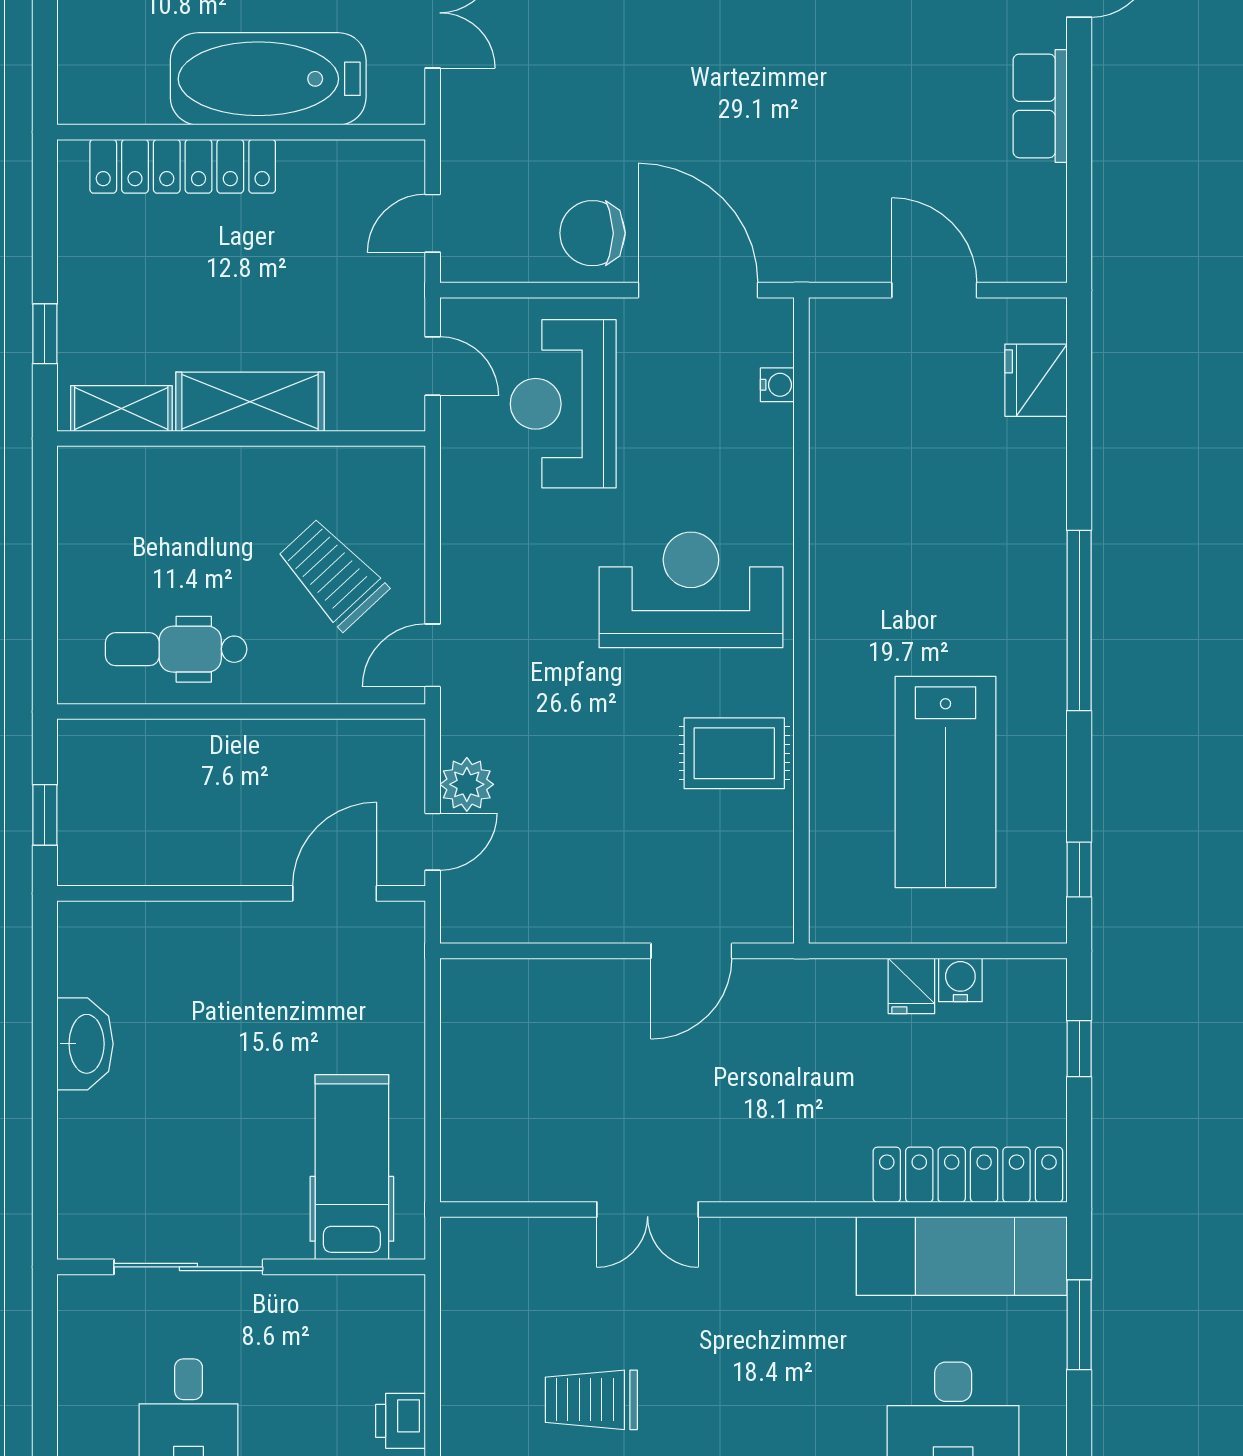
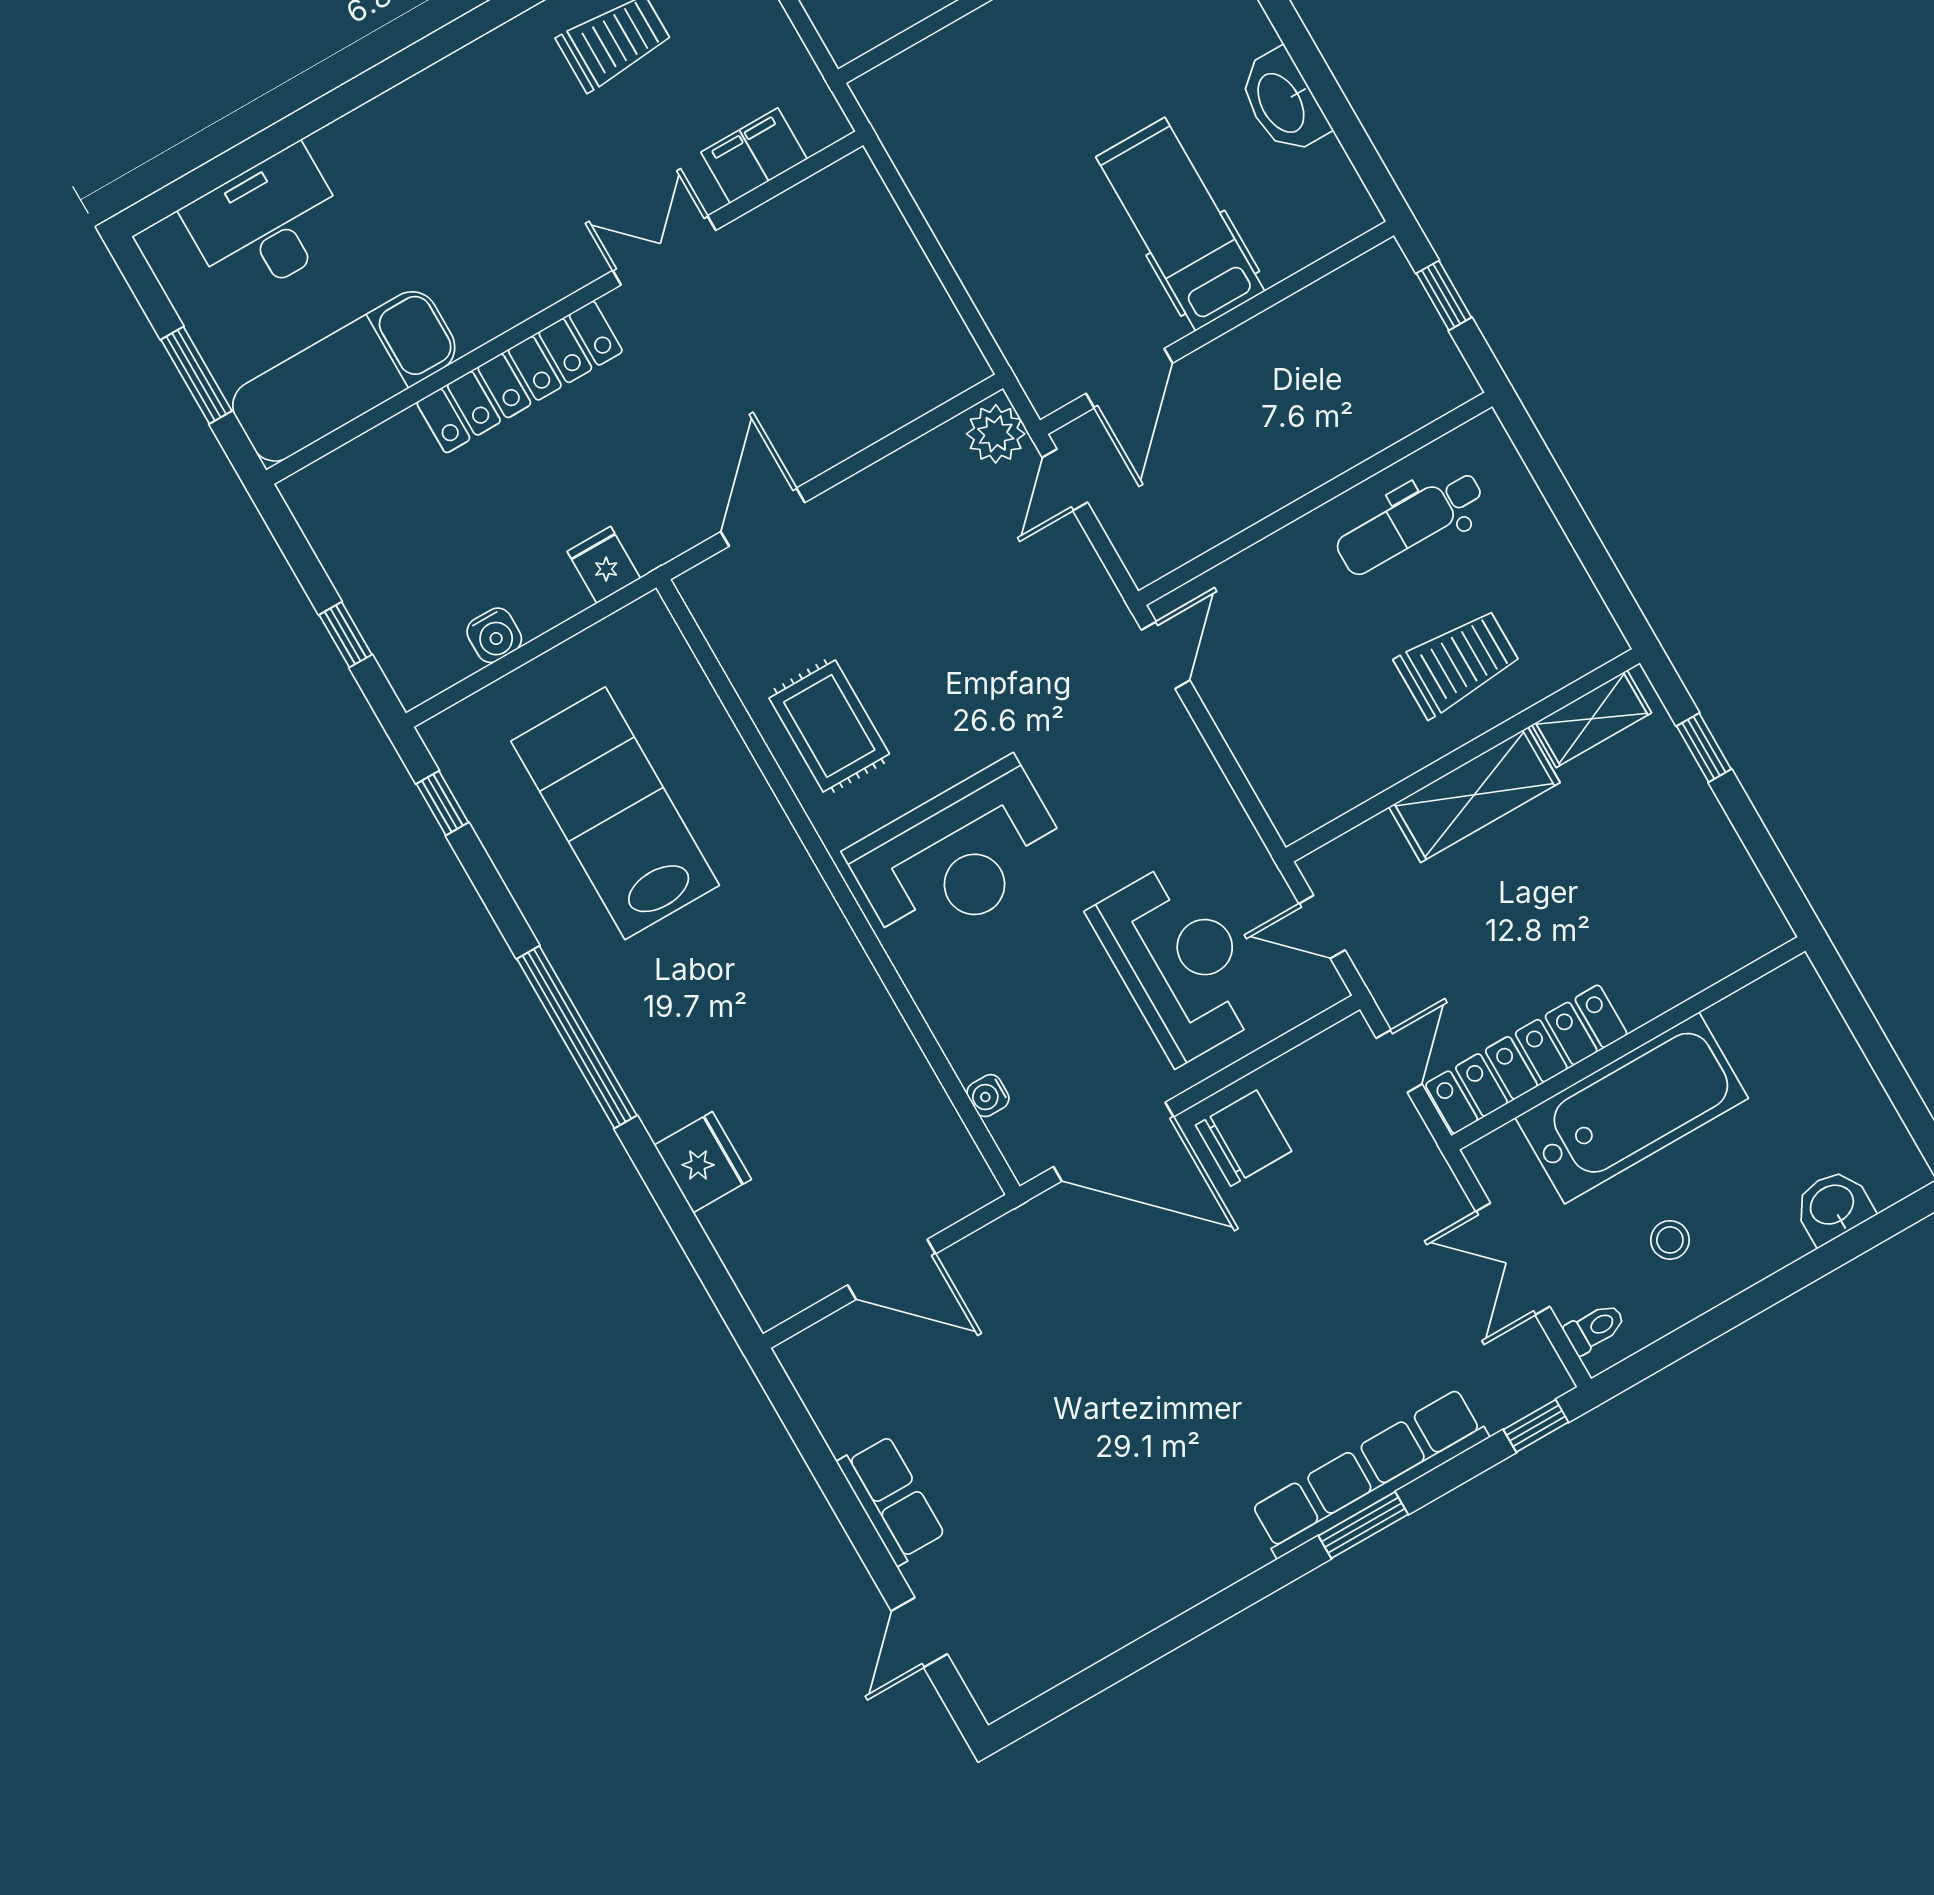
locker: (183, 166) -> (1526, 1059), moved
fridge: (1036, 380) -> (703, 1162), moved
trolley: (332, 574) -> (1458, 663), moved, turned -47
dental chair: (176, 649) -> (1410, 522), turned 180
rug: (734, 753) -> (829, 726), turned 90
plant: (467, 784) -> (996, 434), moved
fridge: (911, 986) -> (604, 565), moved
hospital bed: (352, 1167) -> (1180, 224), moved, turned 180
locker: (968, 1175) -> (520, 377), moved
filing cabinet: (532, 1244) -> (754, 156), added

